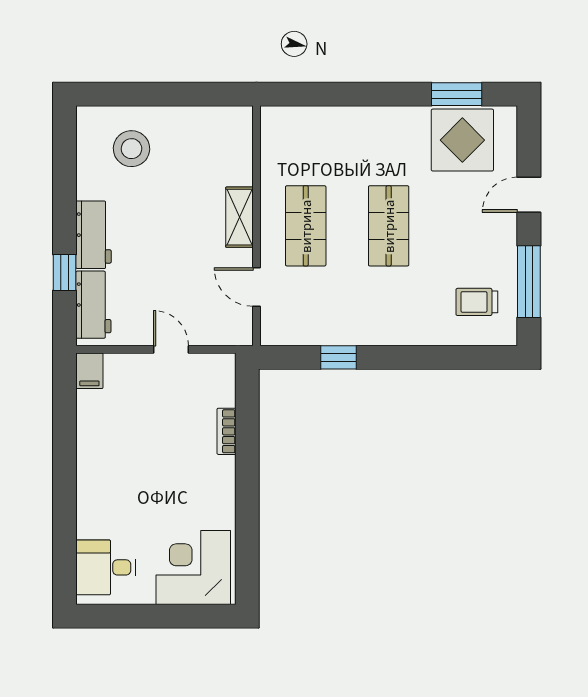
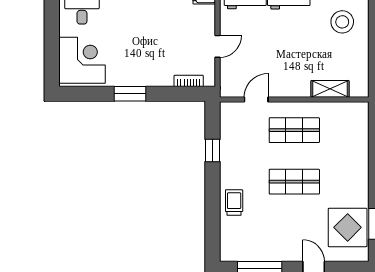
shelving: (239, 217) -> (330, 89), moved
trolley: (477, 302) -> (234, 202), moved
bookcase: (226, 431) -> (189, 81), moved
window: (247, 490) -> (130, 94), added

